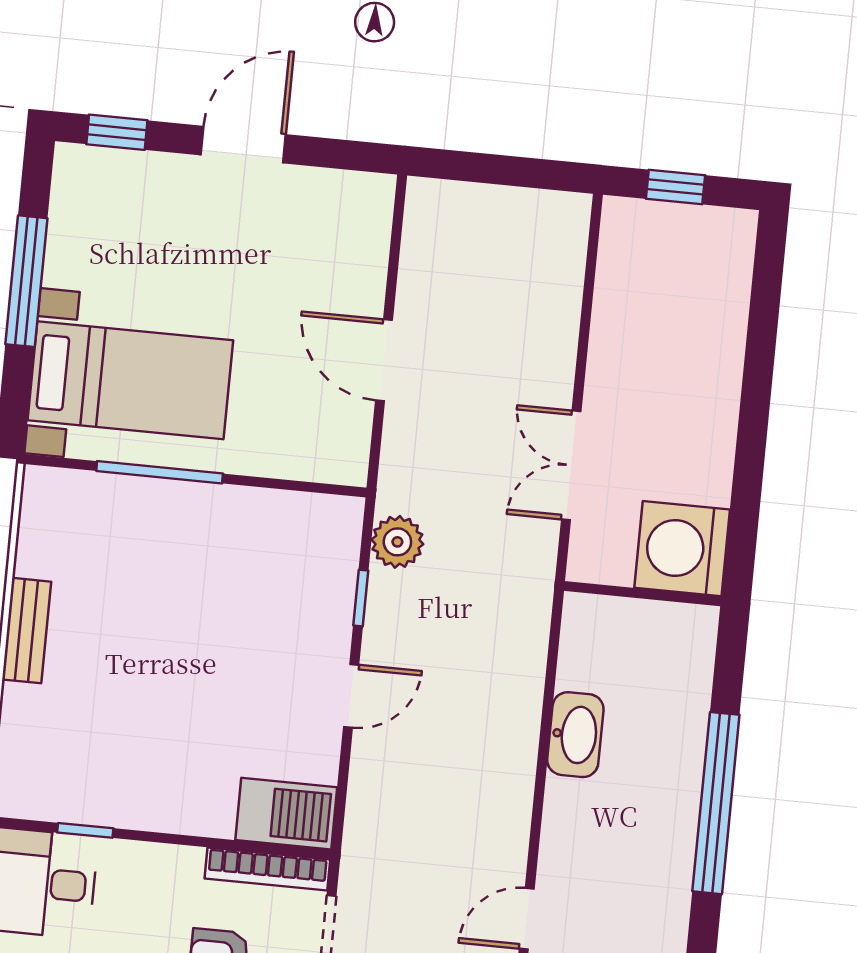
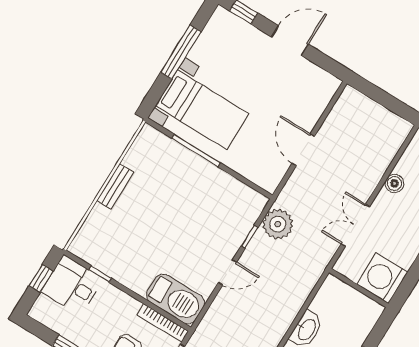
boiler: (610, 337) -> (394, 184), added
plant: (397, 542) -> (278, 224), width x1.36, depth x1.36
barbecue: (286, 814) -> (176, 299), width x1.37, depth x1.21

